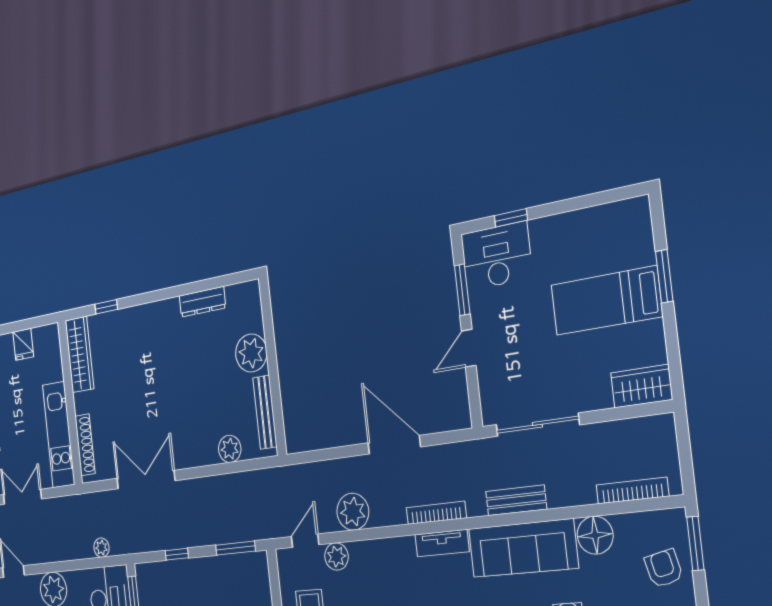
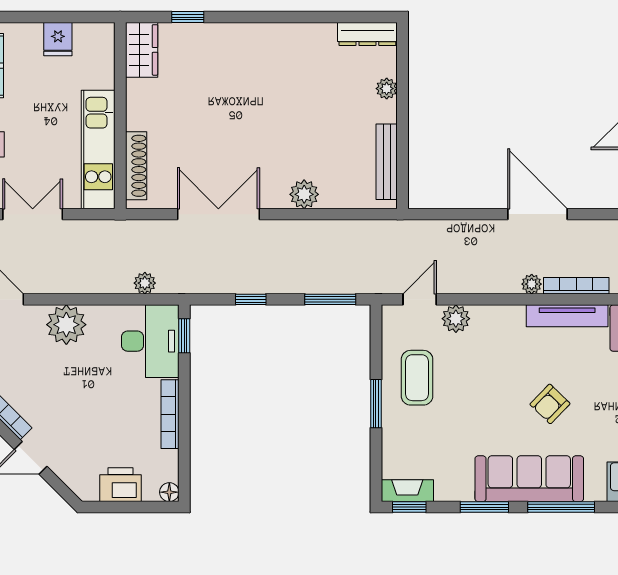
dresser: (202, 302) -> (367, 34), moved
plant: (251, 353) -> (387, 89), width x0.53, depth x0.53
wardrobe: (79, 354) -> (142, 50), width x0.67
plant: (230, 449) -> (304, 194), moved
plant: (353, 512) -> (532, 284), moved, width x0.53, depth x0.53
tv unit: (442, 543) -> (567, 316), width x1.41

